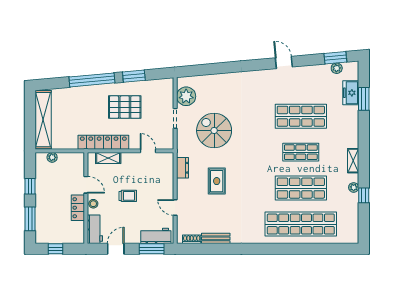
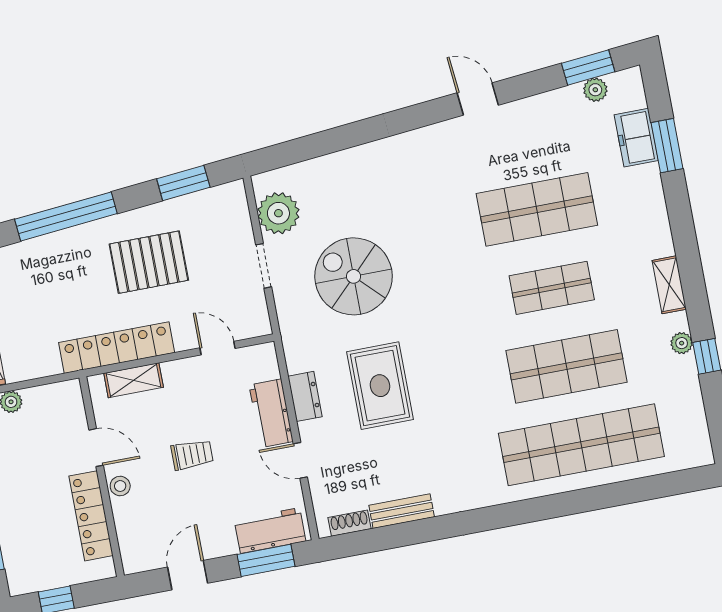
window: (134, 76) -> (183, 183), moved
dresser: (183, 168) -> (305, 396), moved
rug: (217, 181) -> (380, 386), width x1.36, depth x1.43
locker: (78, 208) -> (91, 516), width x1.53
workbench: (95, 229) -> (271, 413), moved, turned 180

